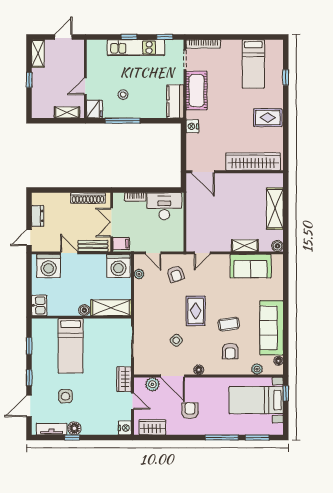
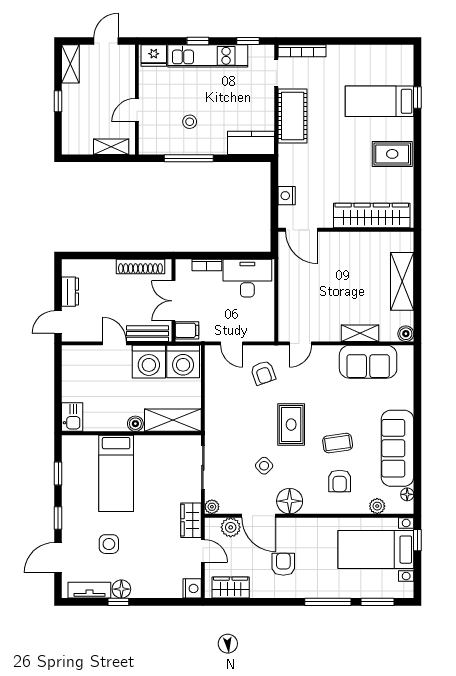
bed: (253, 64) -> (380, 101), moved, turned 90
kitchen counter: (175, 101) -> (251, 143), moved, turned 90
fridge: (94, 109) -> (154, 55), moved, turned 90
nightstand: (192, 126) -> (287, 196), moved
washing machine: (49, 266) -> (149, 362), moved
plant: (139, 274) -> (212, 507), moved
floor lamp: (199, 370) -> (290, 501), width x1.89, depth x1.89

